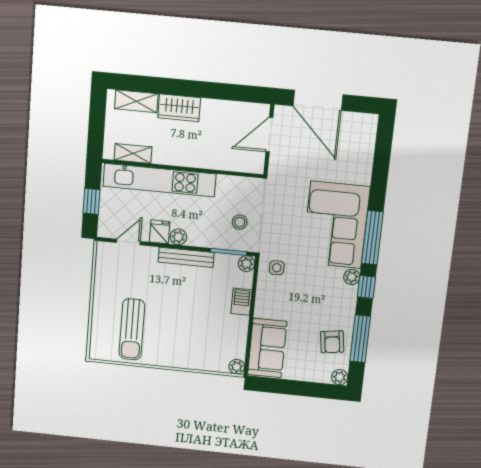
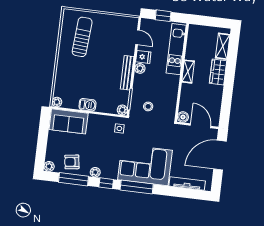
shelving: (133, 154) -> (188, 72), moved
tv unit: (366, 154) -> (187, 183), added
boiler: (255, 164) -> (183, 117), added
kitchen unit: (159, 180) -> (176, 49), width x0.73
plant: (352, 277) -> (95, 172), moved
barbecue: (241, 302) -> (87, 105), moved
sun lounger: (132, 329) -> (82, 37), turned 94

